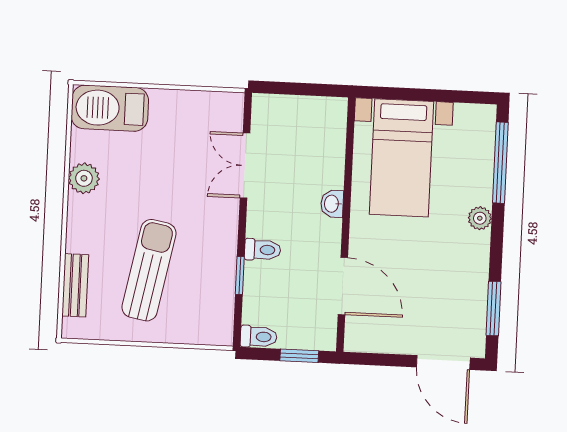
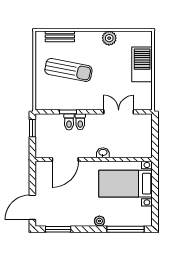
barbecue: (110, 108) -> (142, 64), moved
toilet: (259, 337) -> (69, 122), moved
window: (299, 356) -> (32, 128), moved

